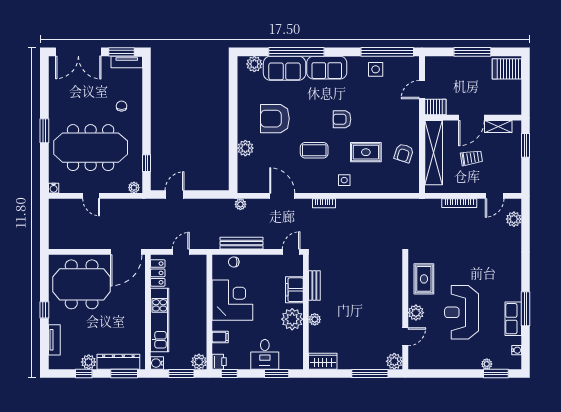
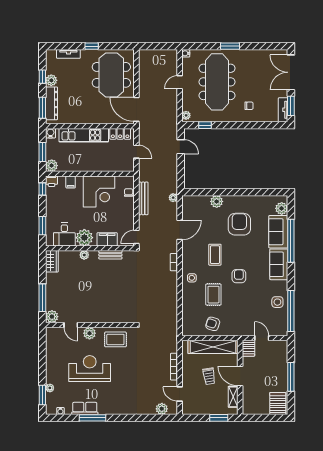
door: (291, 252) -> (136, 237), swing flipped
desk: (265, 354) -> (64, 234), moved, turned -90

